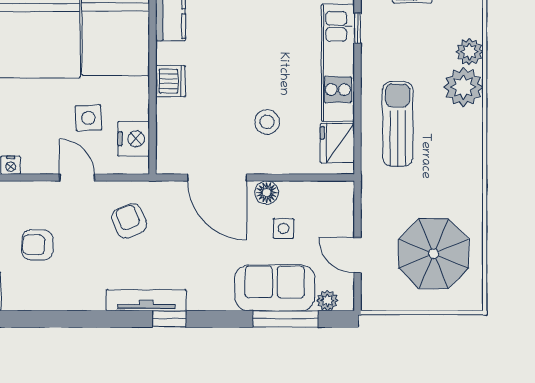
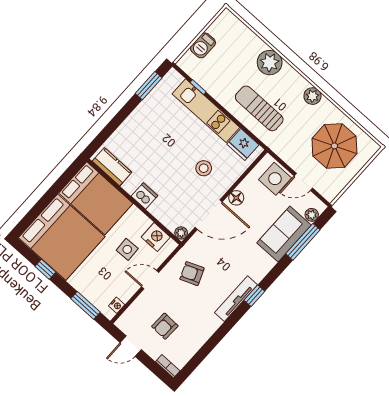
plant: (469, 52) -> (312, 96), moved
plant: (166, 164) -> (181, 233), added
side table: (283, 229) -> (275, 179), moved, width x1.87, depth x1.87

